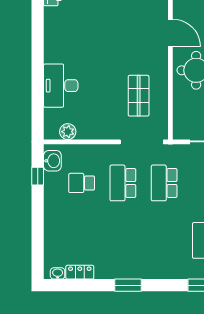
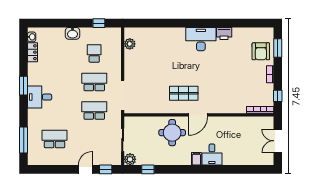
desk: (61, 86) -> (201, 39), moved
shop shelf: (139, 96) -> (184, 93), moved
washbasin: (52, 161) -> (72, 33), moved
desk: (145, 262) -> (40, 97), added

